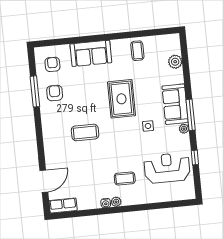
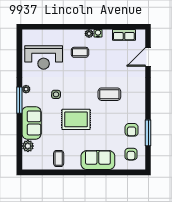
rug: (121, 99) -> (76, 119), turned 90
sofa: (175, 104) -> (32, 123), moved
window: (195, 158) -> (19, 64), removed
row of seats: (63, 205) -> (124, 35), moved

